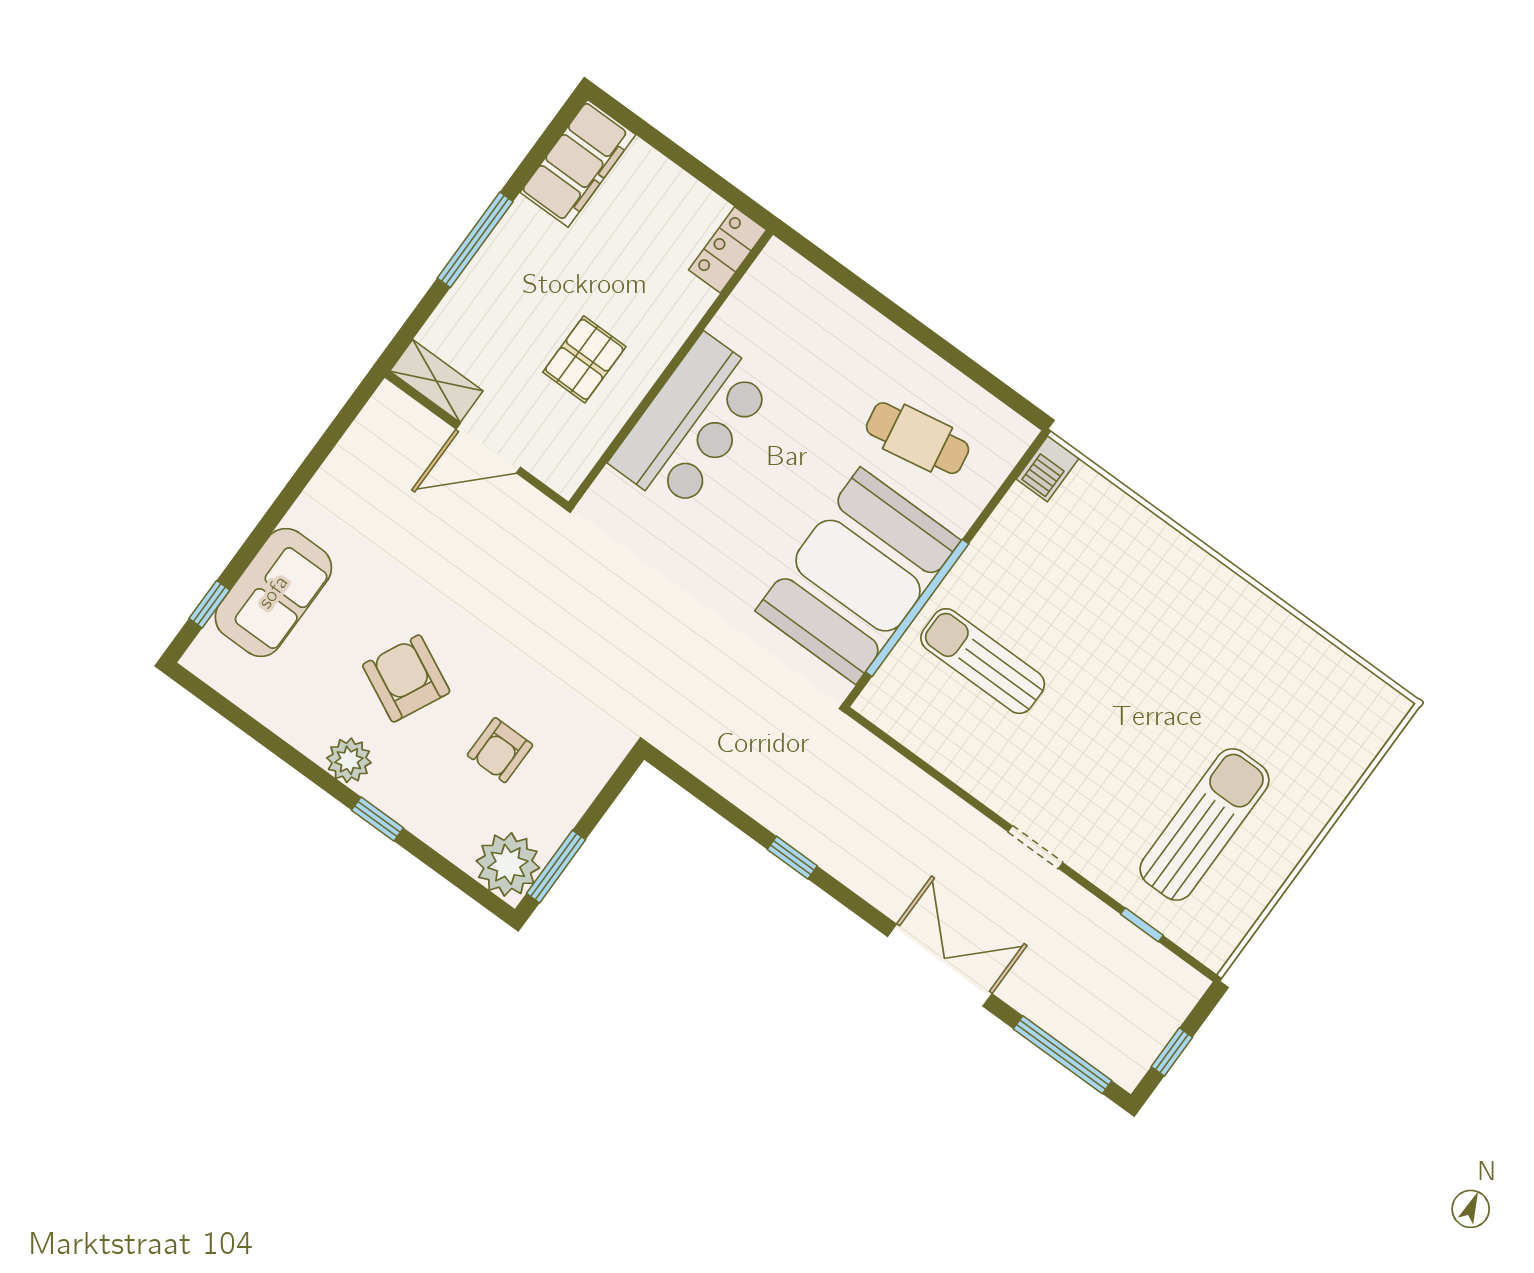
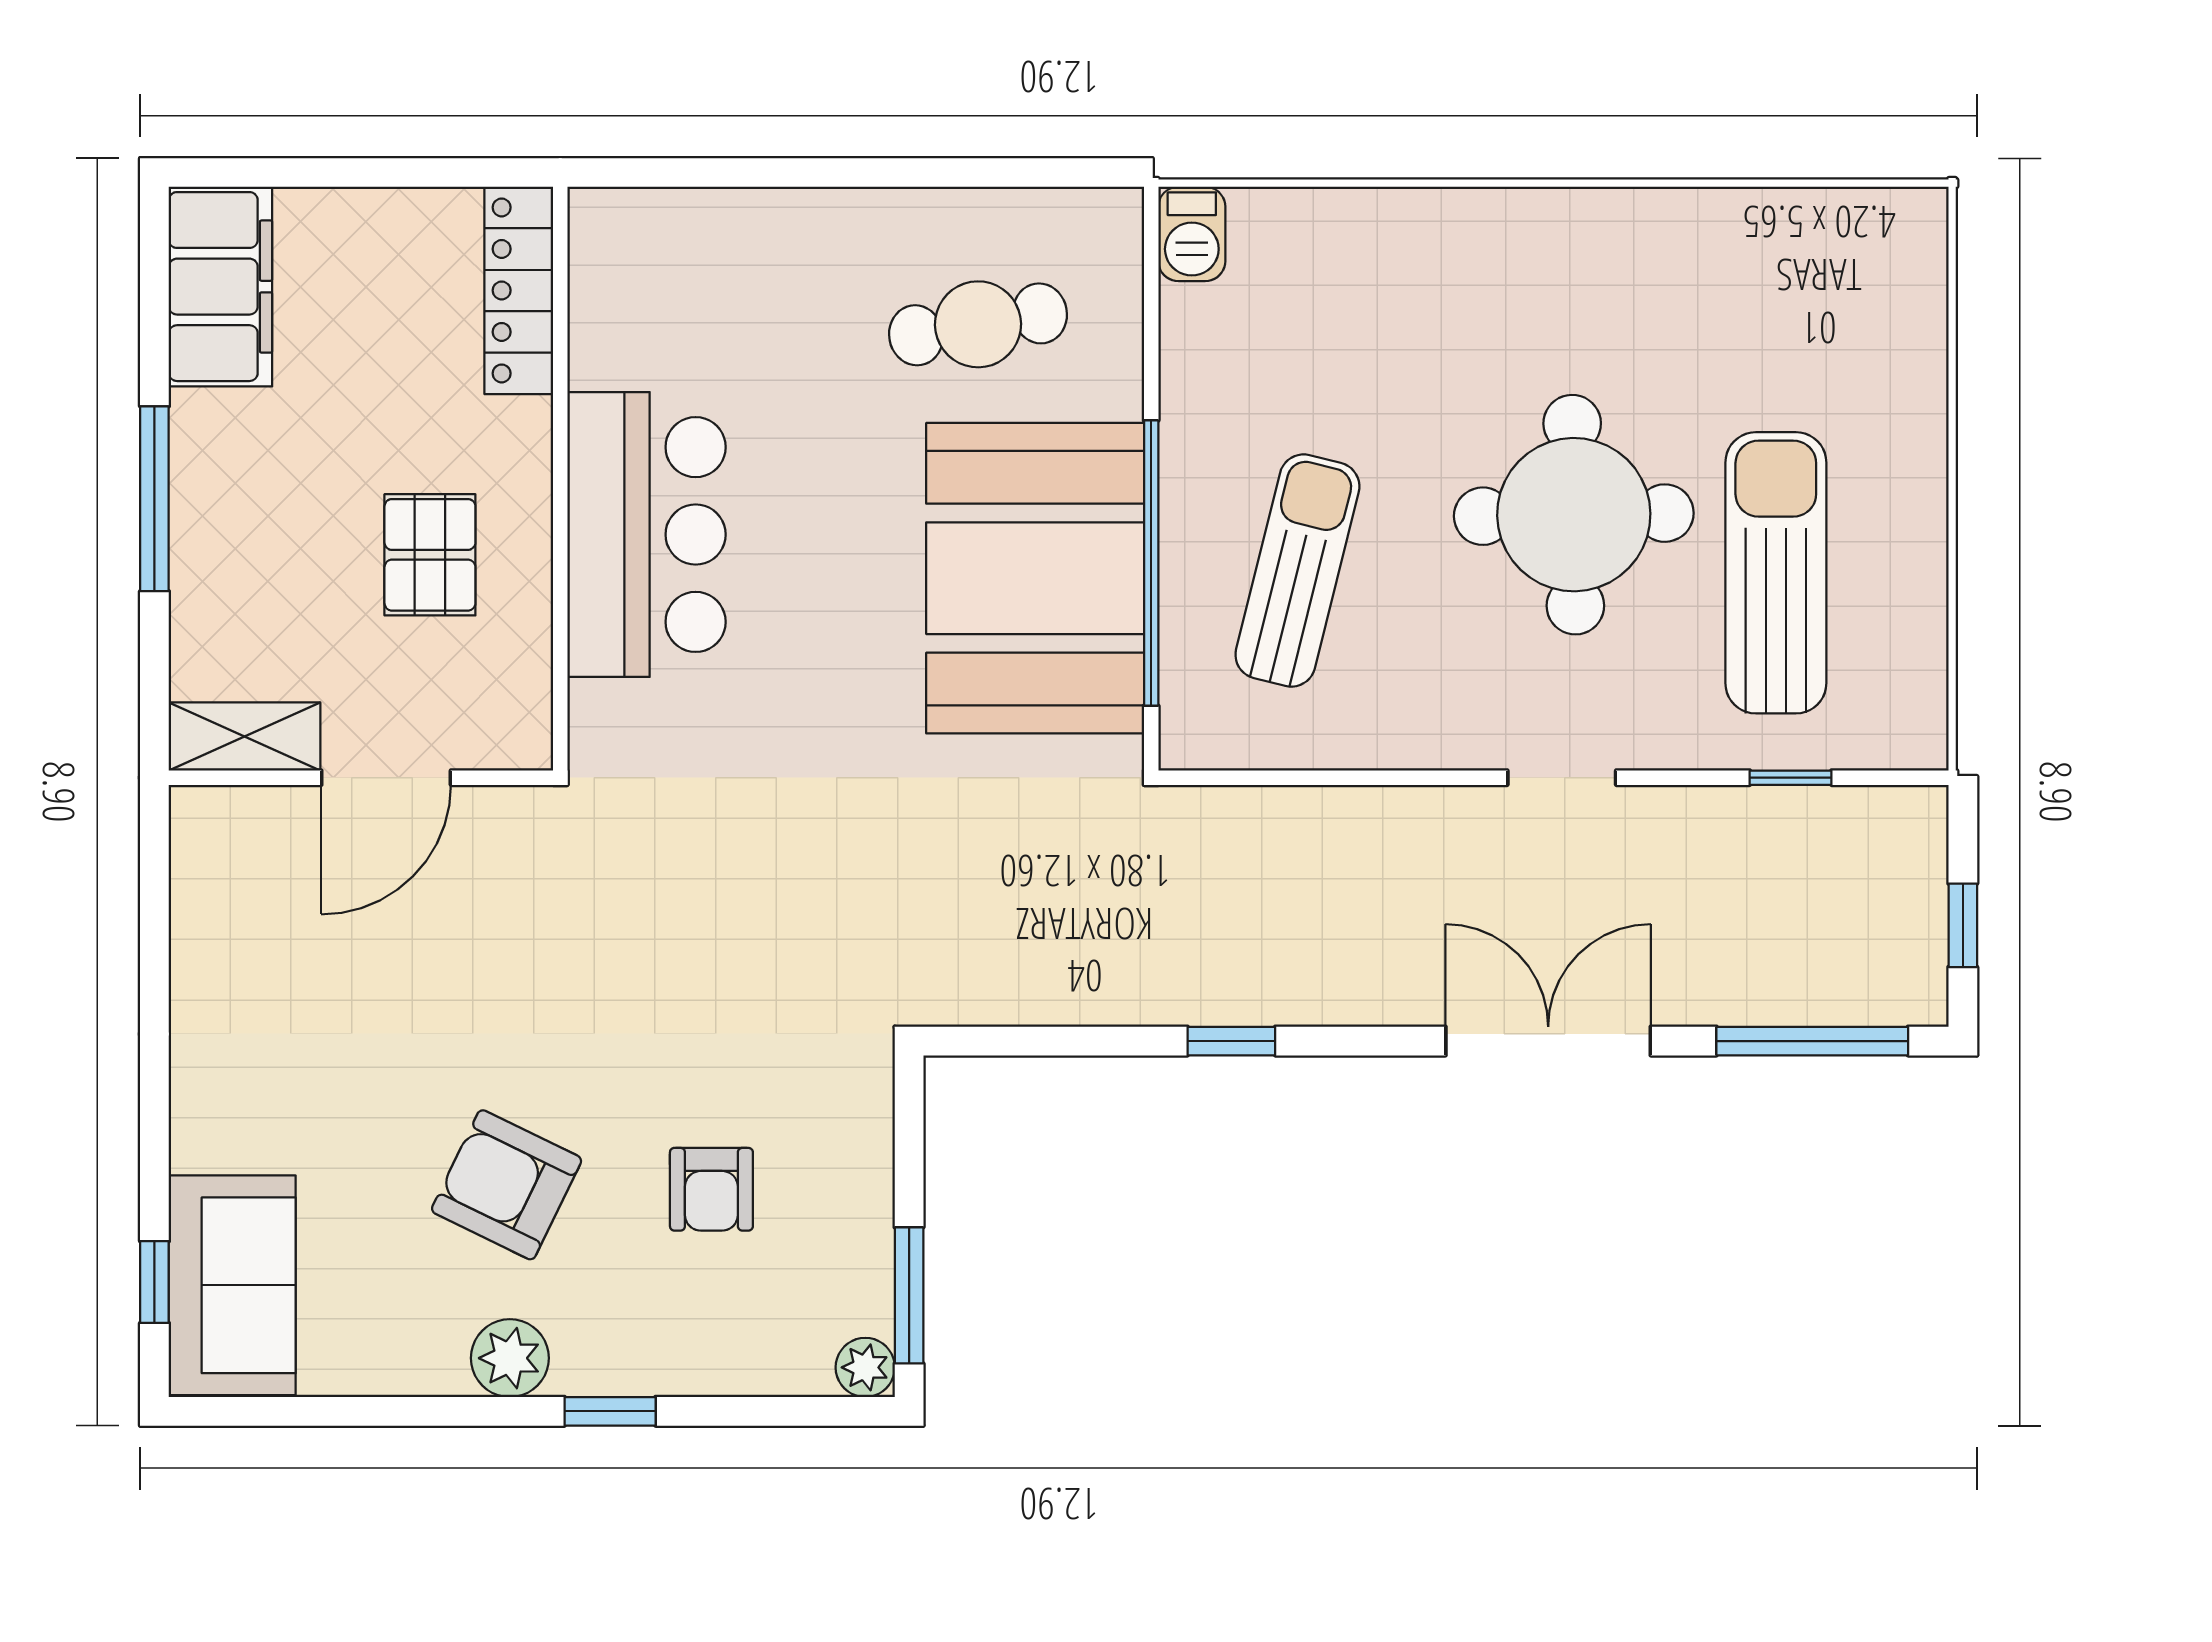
locker: (727, 250) -> (519, 290), width x1.53
sofa: (273, 592) -> (232, 1285), moved
sun lounger: (983, 661) -> (1297, 571), turned 104
round table: (1130, 729) -> (1574, 515), added
plant: (508, 864) -> (865, 1367), width x0.53, depth x0.53

